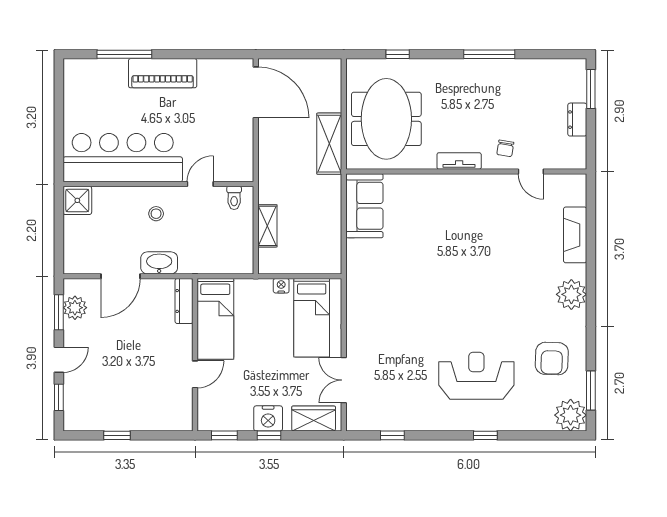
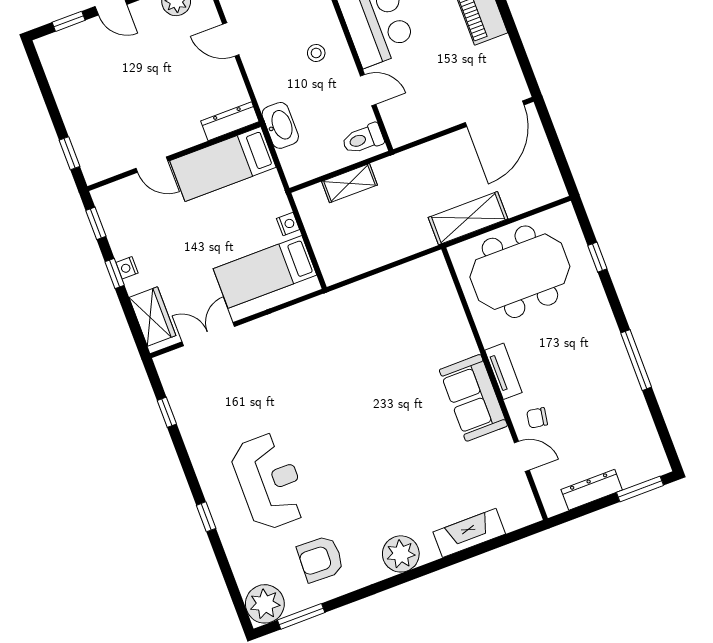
dresser: (577, 120) -> (592, 490), width x1.44
door: (531, 171) -> (522, 456), swing flipped
toilet: (234, 198) -> (363, 139), width x1.37, depth x1.39
sofa: (364, 206) -> (473, 398), moved, turned 90
washbasin: (159, 263) -> (280, 125), moved
door: (121, 276) -> (231, 39), width x0.73
nightstand: (268, 418) -> (127, 268), width x0.53, depth x0.56
window: (117, 435) -> (69, 153), moved

